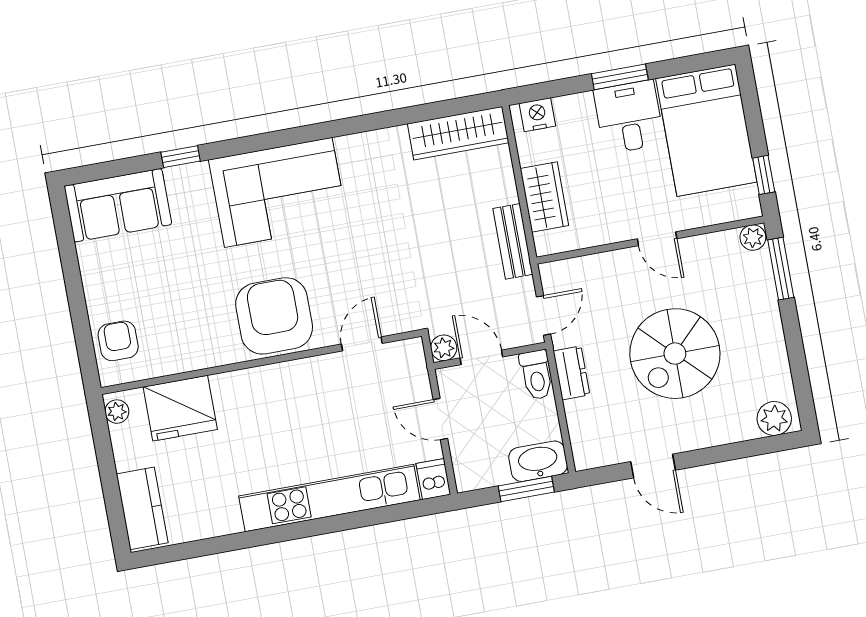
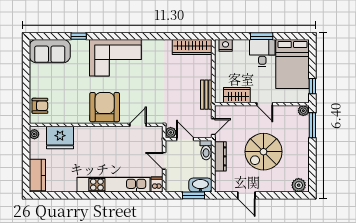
wardrobe: (544, 197) -> (237, 95), moved, turned -90
armchair: (118, 341) -> (40, 106), turned 90
dresser: (571, 373) -> (220, 156), width x1.44

